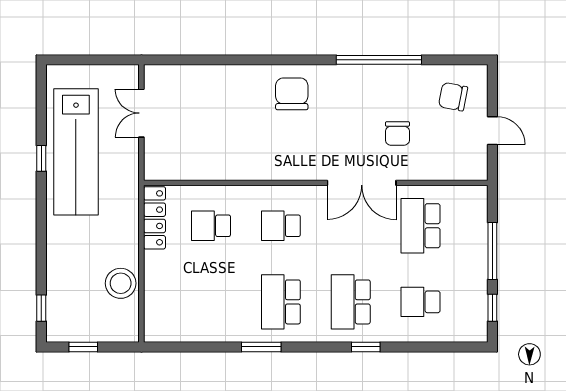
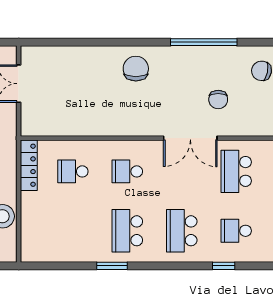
window: (366, 347) -> (224, 266), moved

